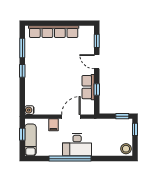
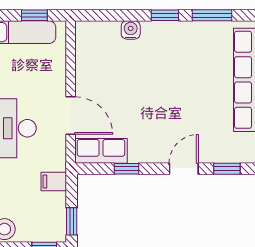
row of seats: (88, 87) -> (101, 151), moved
water cooler: (29, 110) -> (131, 30), moved
filing cabinet: (53, 125) -> (54, 182), moved

